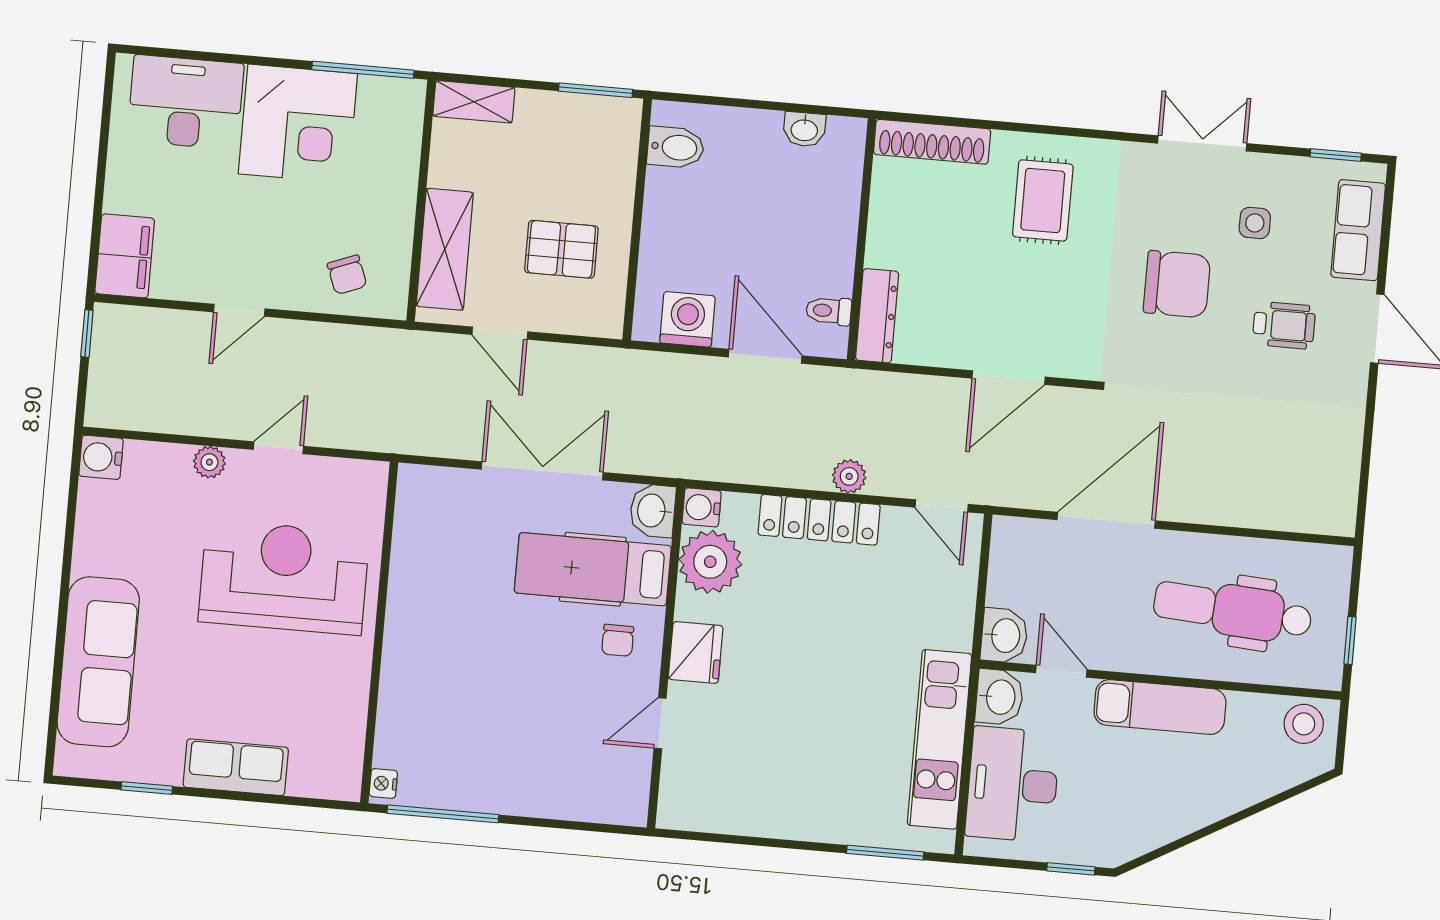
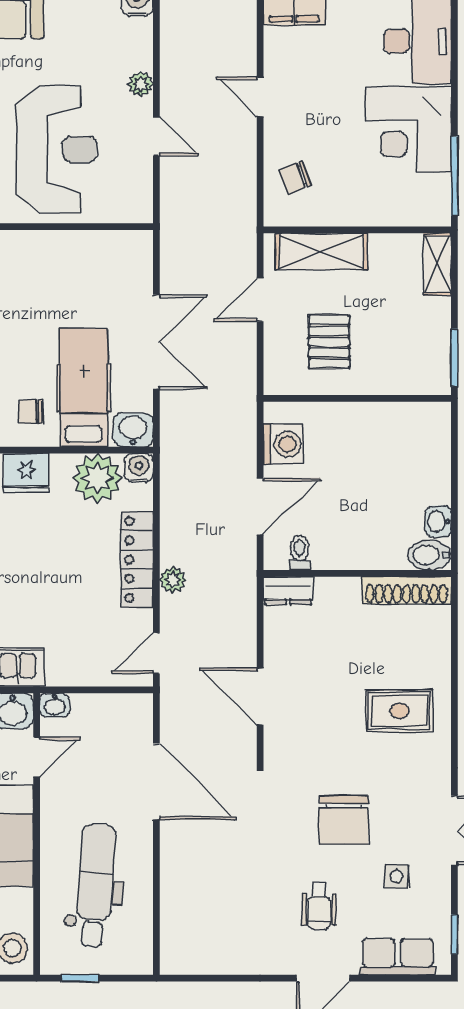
shoe rack: (932, 142) -> (407, 590), moved, turned -90
bidet: (676, 147) -> (430, 555), moved, turned 90
dresser: (877, 316) -> (288, 590), width x0.70
washbasin: (1004, 635) -> (55, 705), width x0.72, depth x0.69

